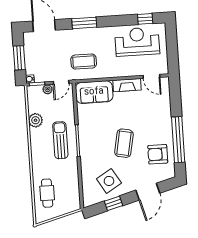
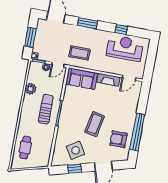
window: (145, 19) -> (121, 29), moved
door: (151, 76) -> (129, 78), hinge flipped

